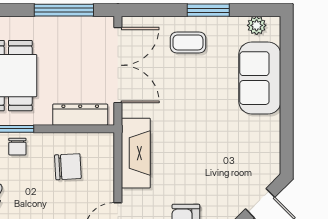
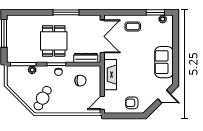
window: (64, 10) -> (66, 12), moved
window: (208, 10) -> (155, 12), moved
sofa: (260, 78) -> (164, 62), moved

